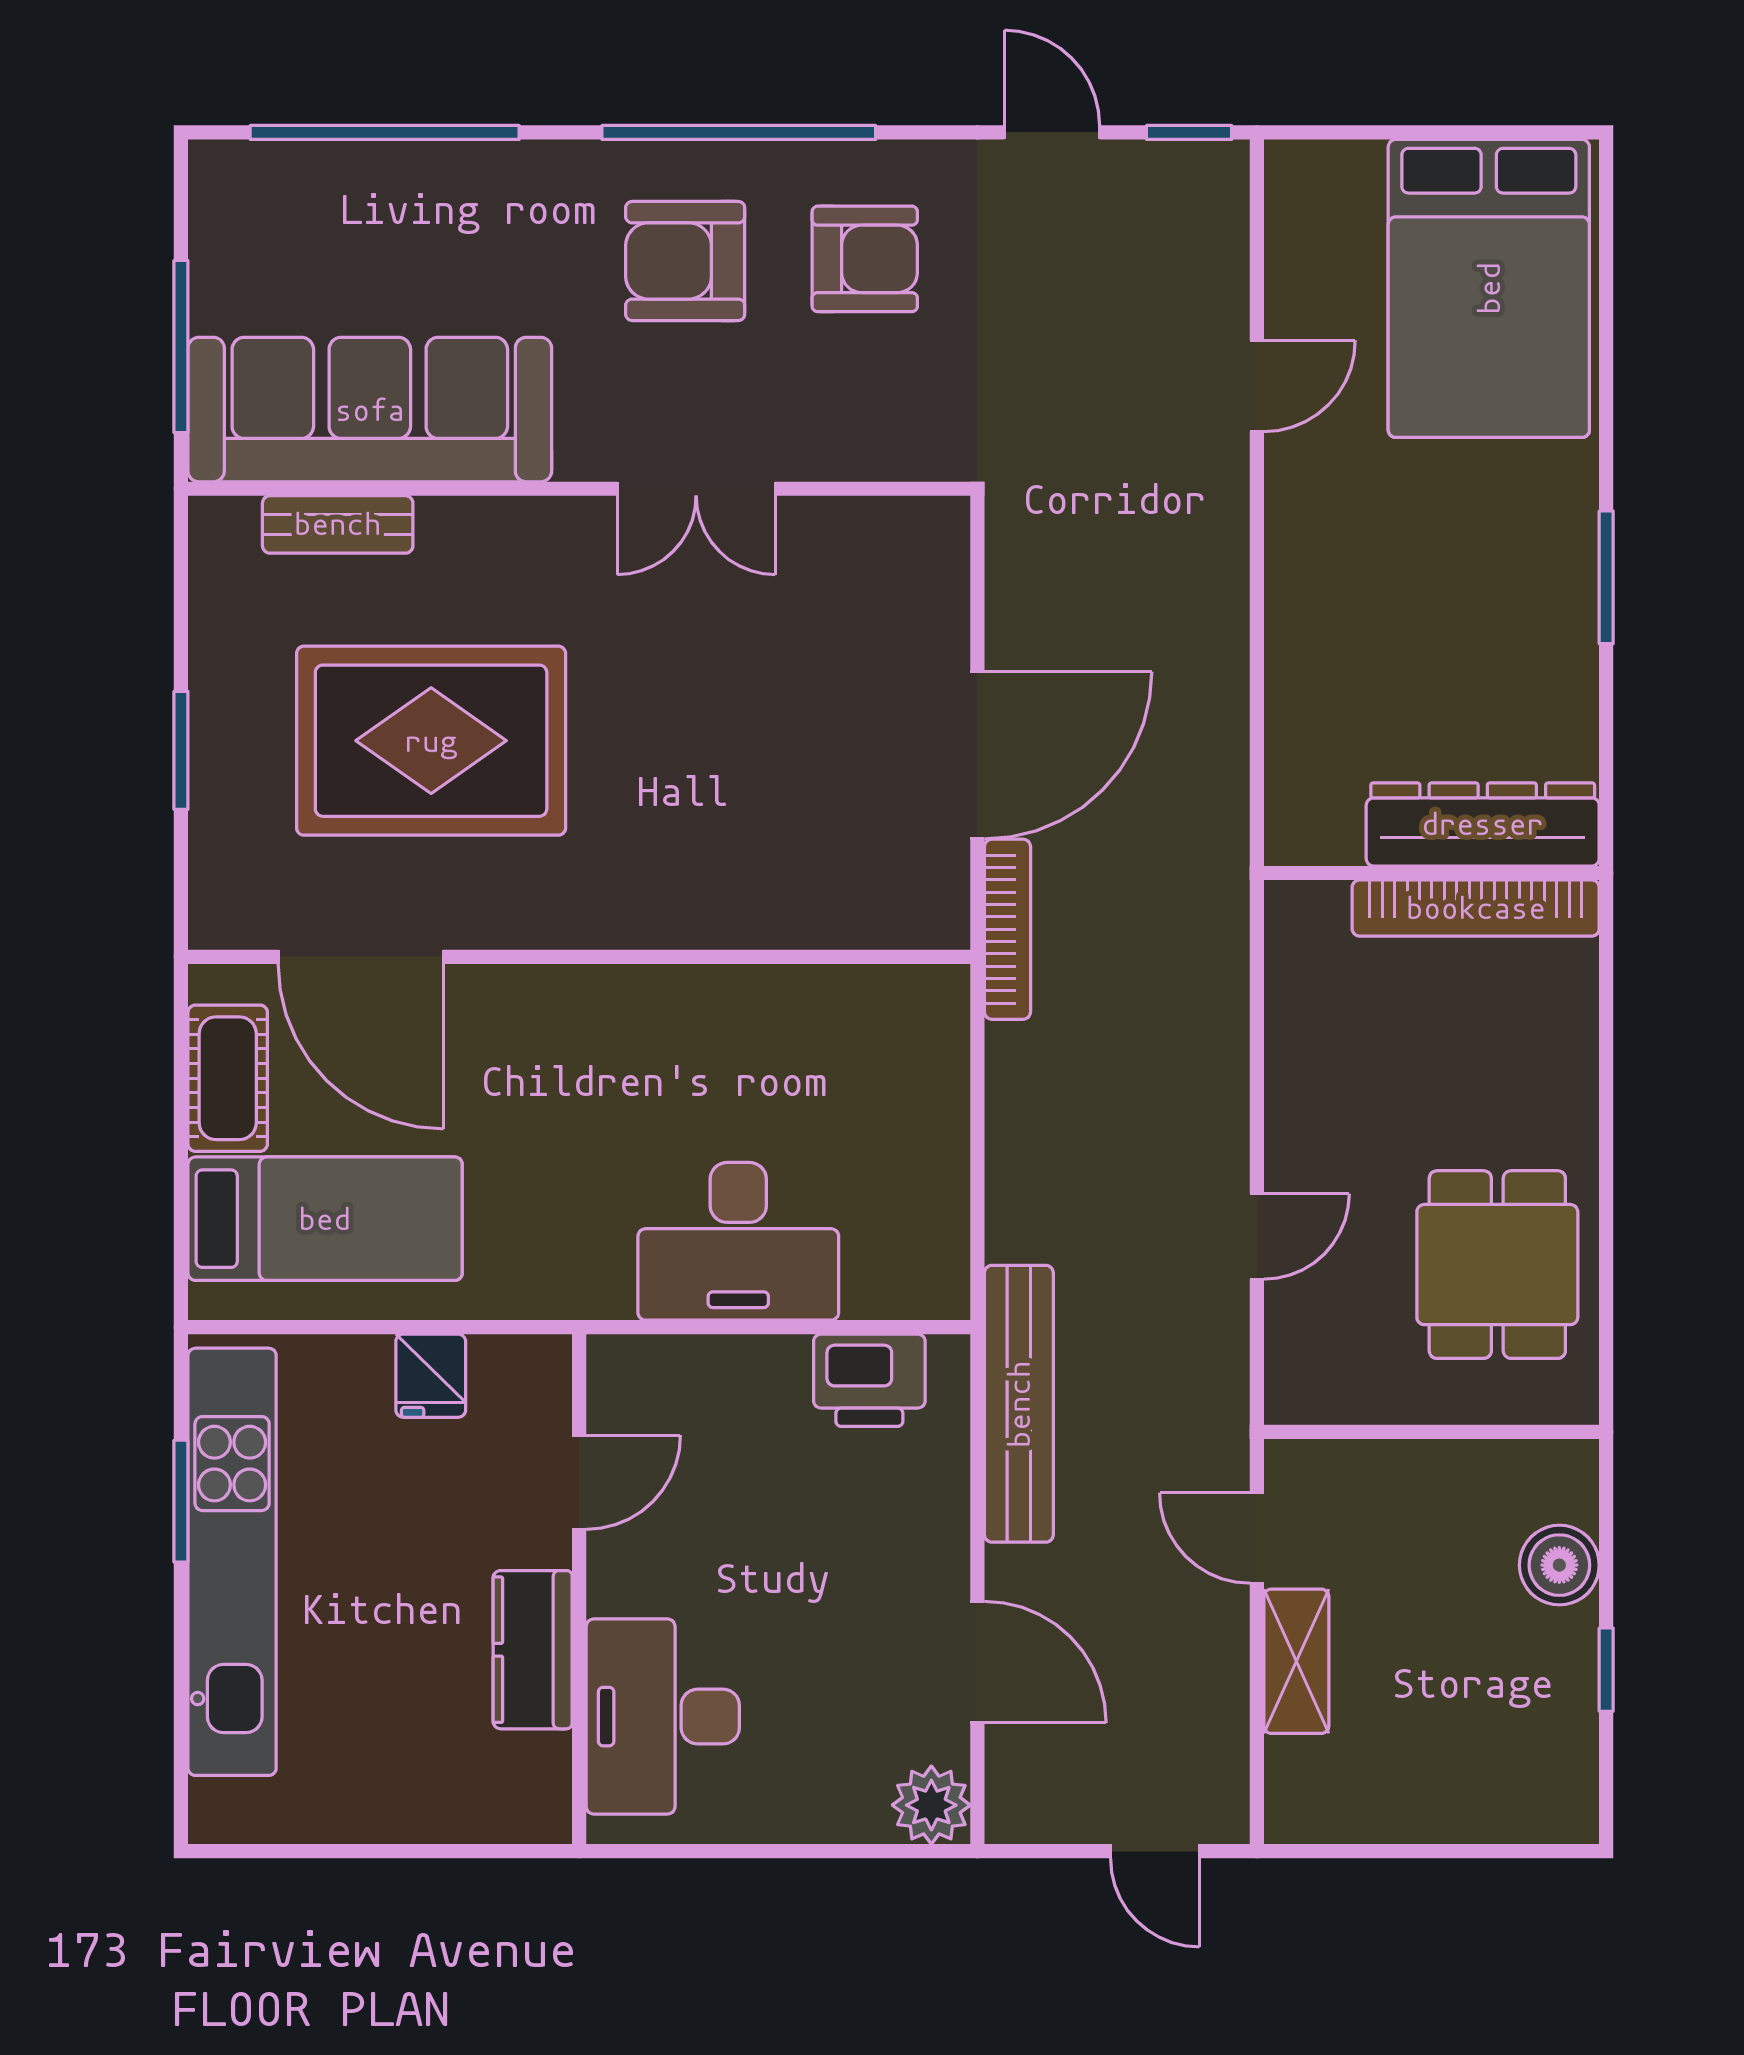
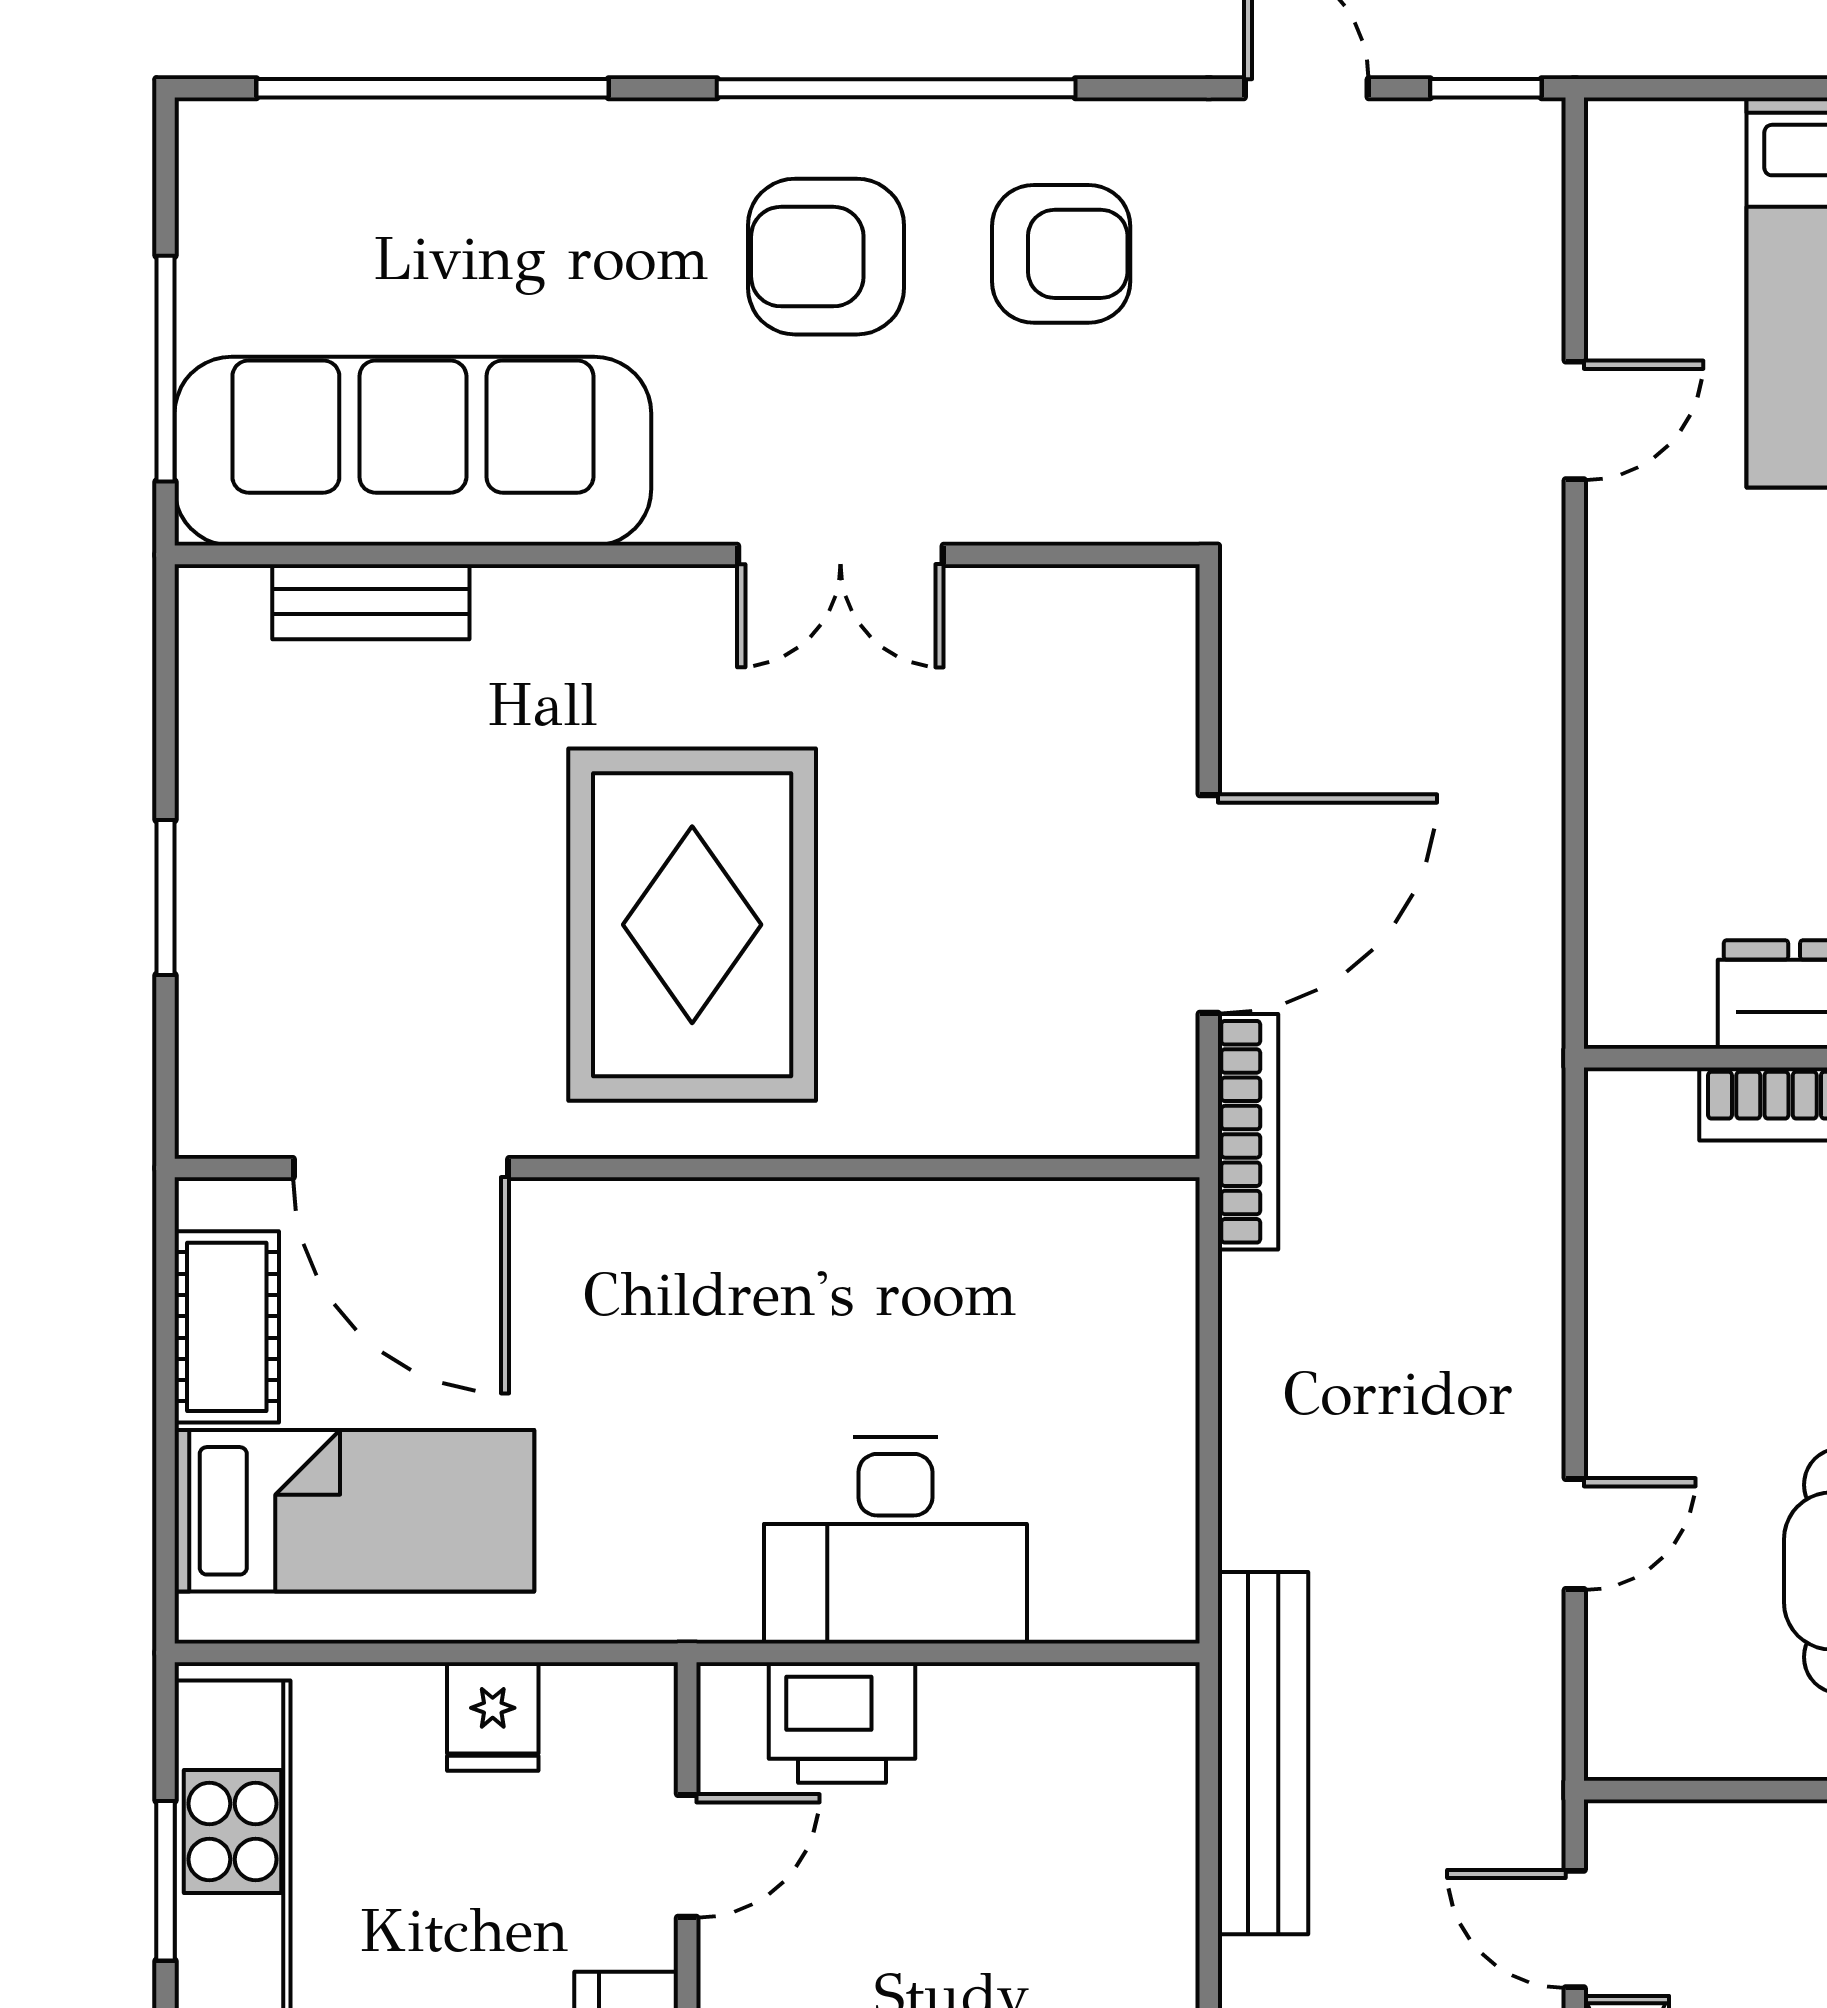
rug: (431, 741) -> (692, 925), moved, turned 90
printer: (869, 1380) -> (842, 1722), moved

